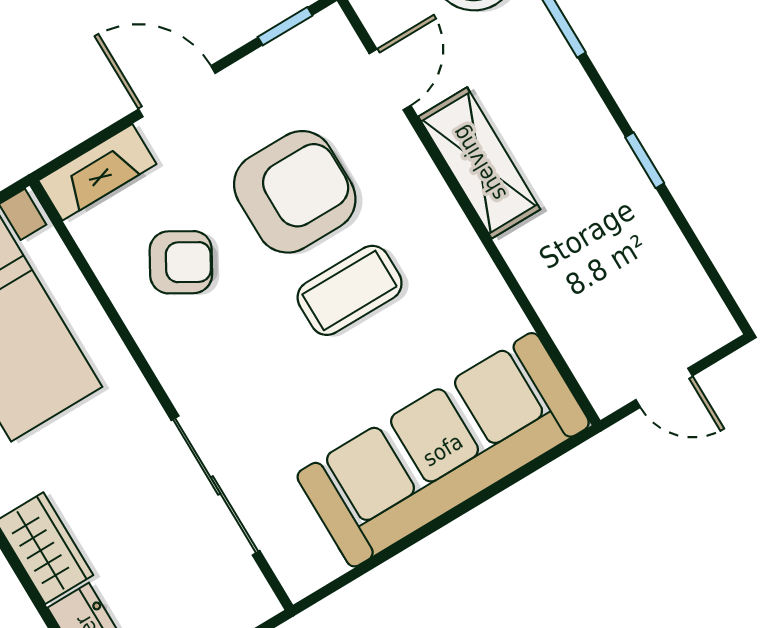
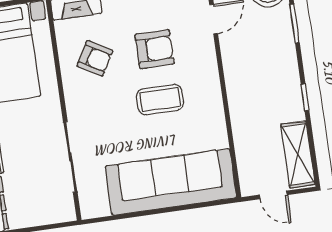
shelving: (479, 163) -> (298, 154), moved
armchair: (295, 192) -> (154, 49), width x0.73, depth x0.73

